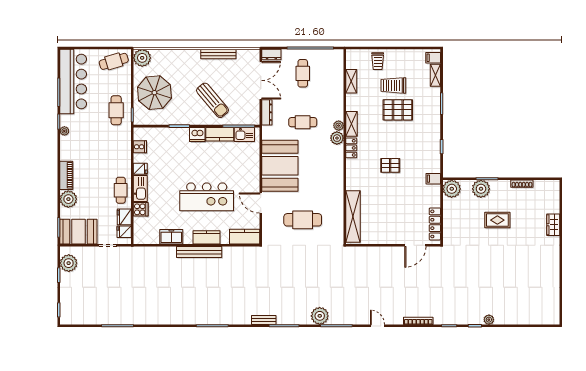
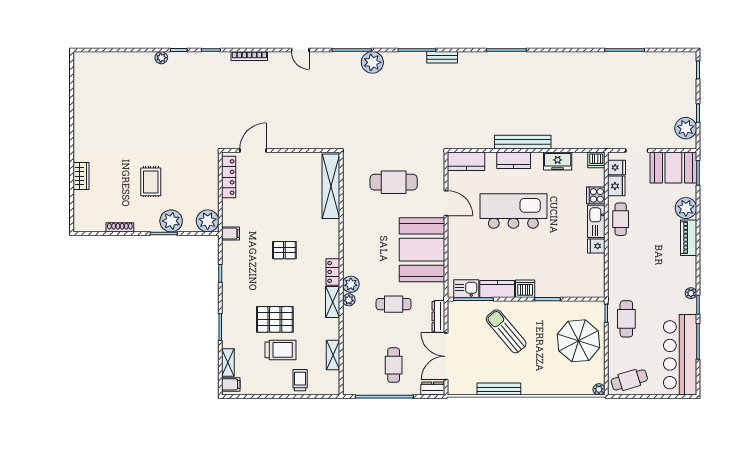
plant: (142, 58) -> (599, 389), width x0.53, depth x0.53
cooker: (140, 147) -> (597, 273), removed
rug: (497, 220) -> (151, 182), turned 90
dishwasher: (140, 238) -> (596, 160), added

